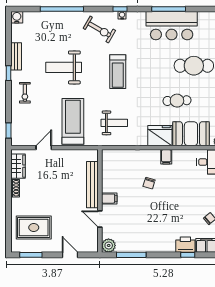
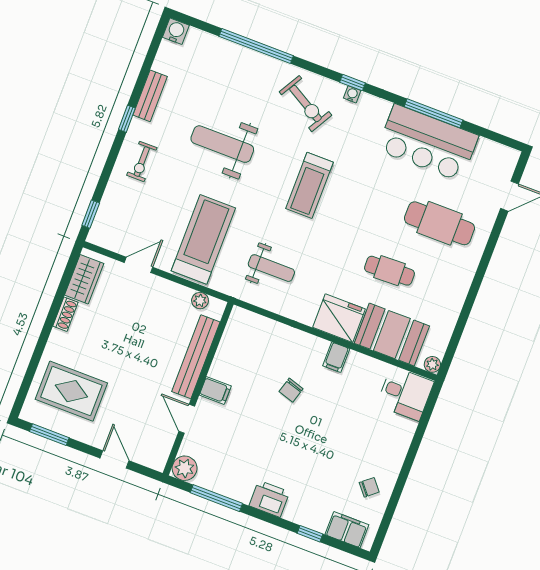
plant: (83, 154) -> (200, 301), added
printer: (185, 245) -> (269, 499), moved

